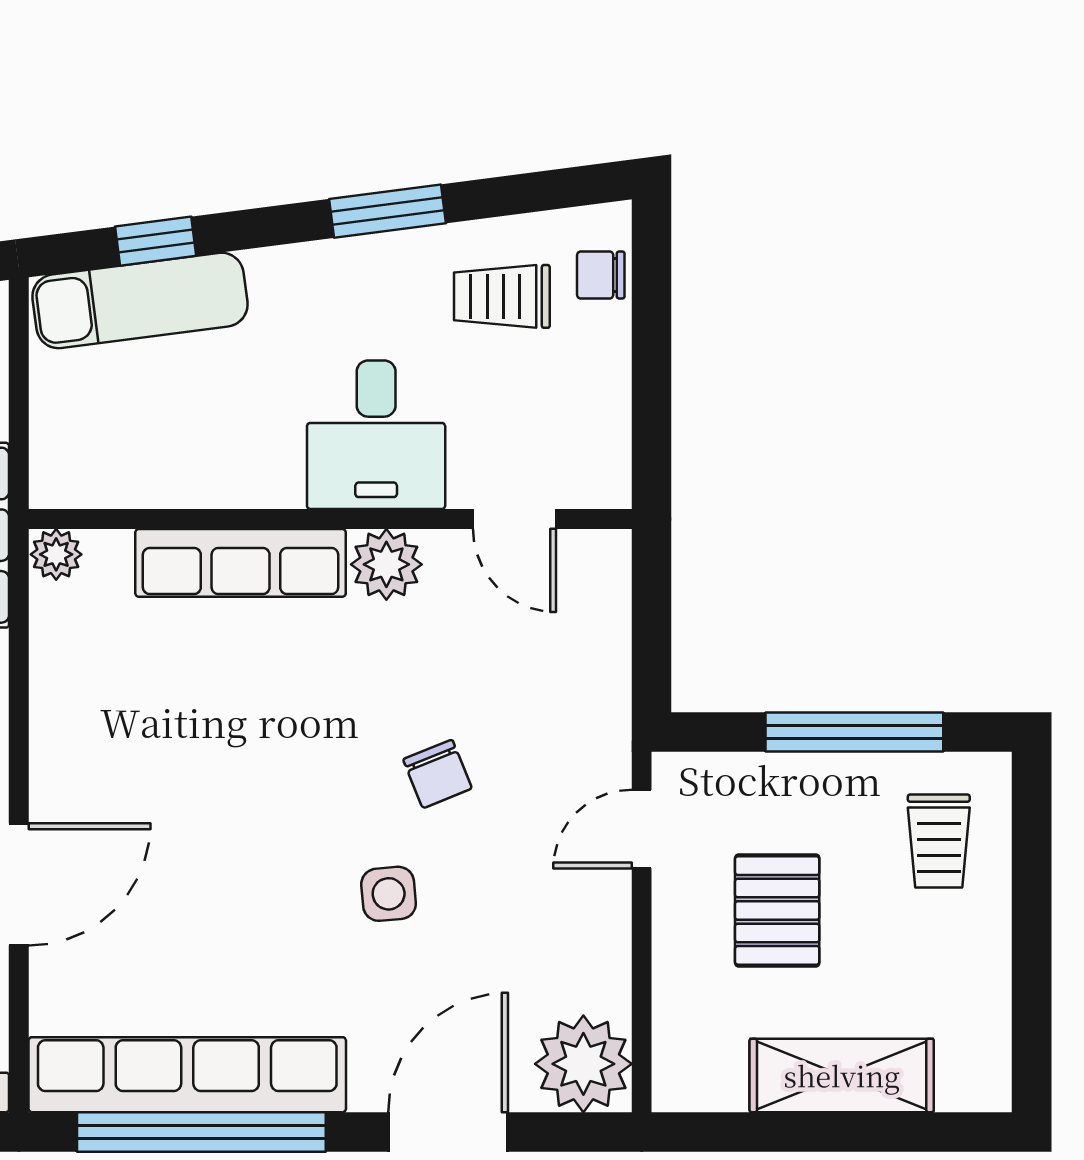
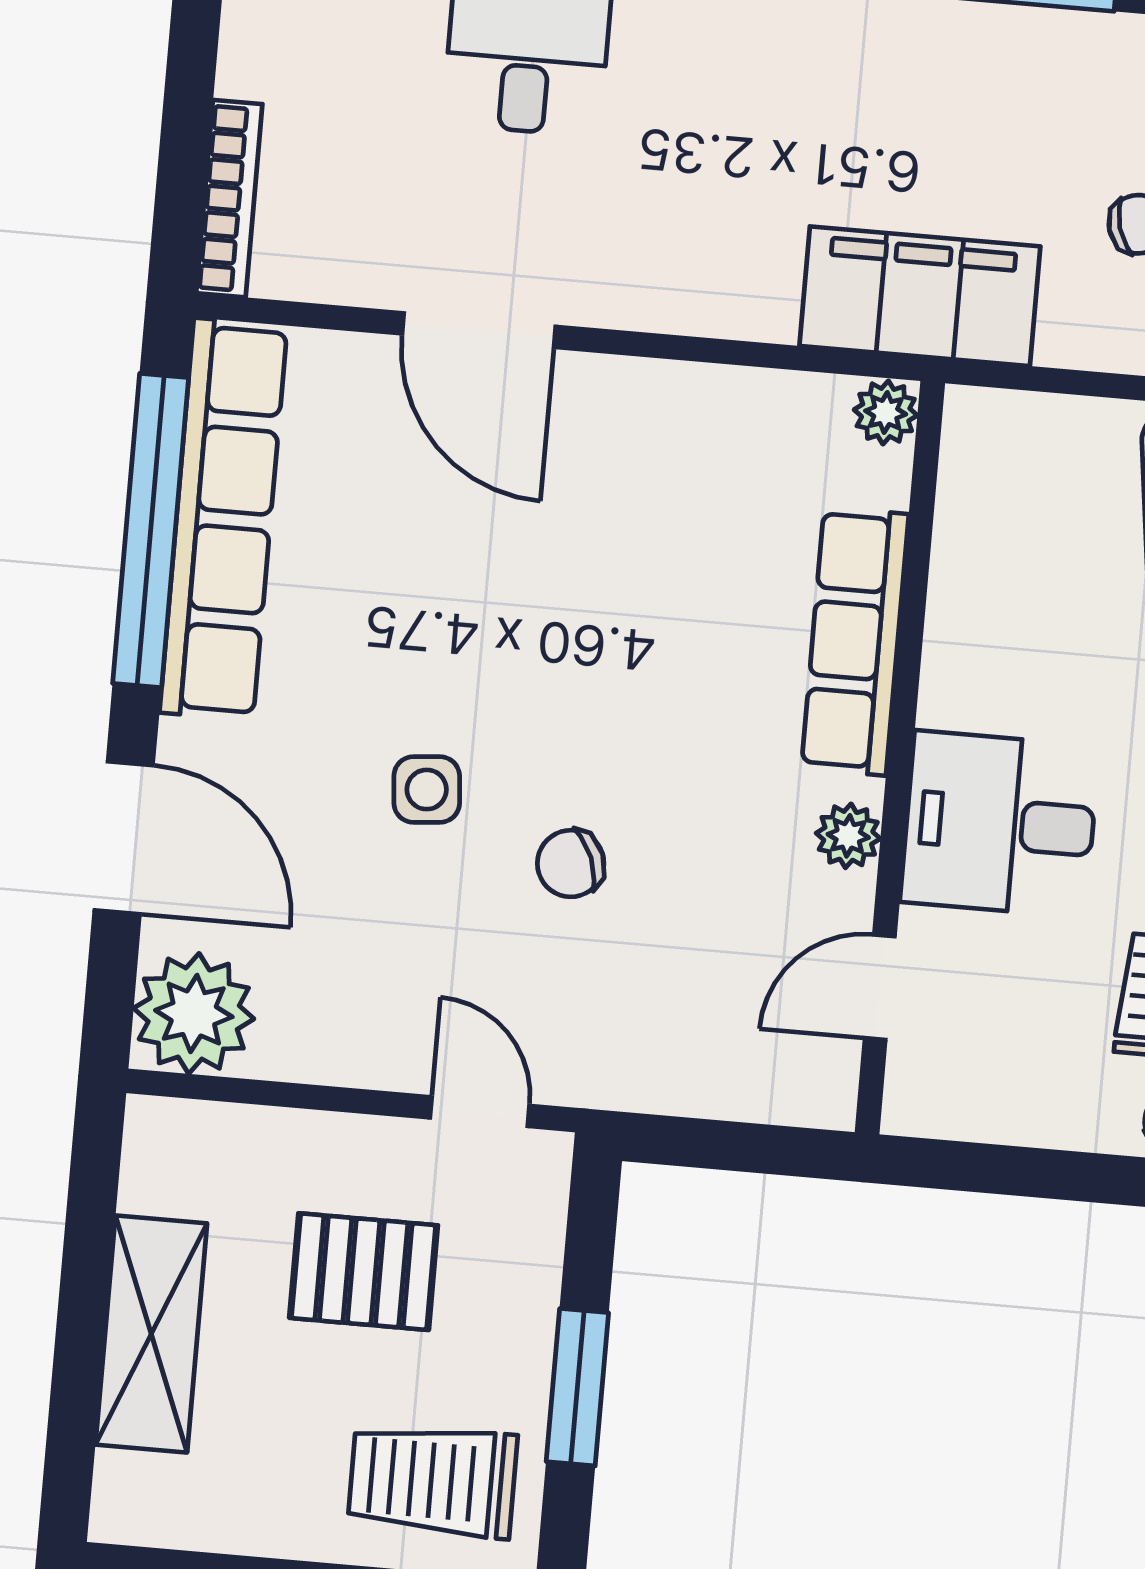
plant: (386, 564) -> (848, 836), width x0.73, depth x0.73
window: (854, 732) -> (577, 1387), width x0.69
trolley: (939, 841) -> (433, 1480), width x1.36, depth x1.39

